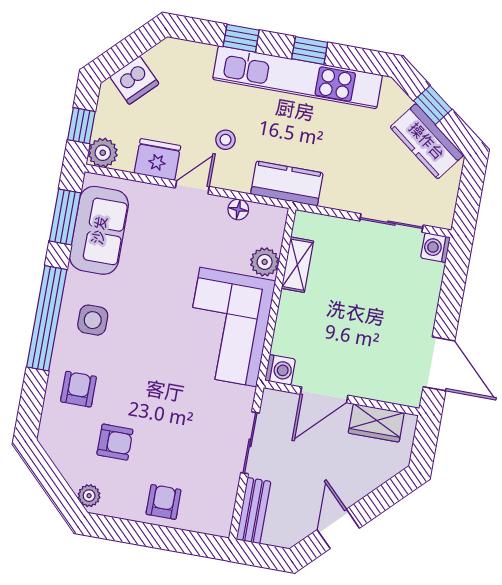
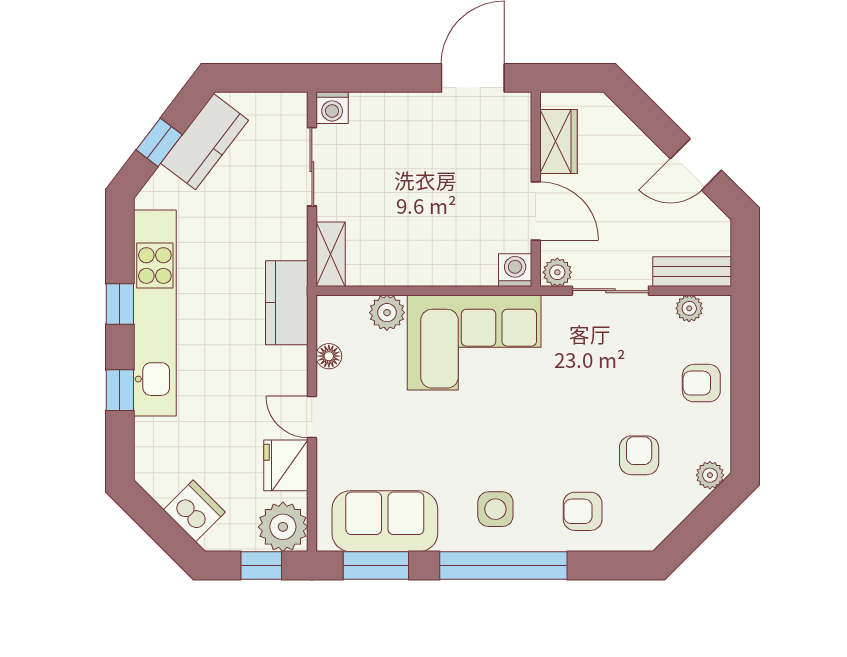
stool: (226, 140) -> (247, 387), removed
plant: (103, 153) -> (283, 527), width x1.36, depth x1.36
shelving: (297, 265) -> (331, 254), moved, turned 90
plant: (272, 403) -> (557, 272), added
plant: (225, 503) -> (689, 308), added

